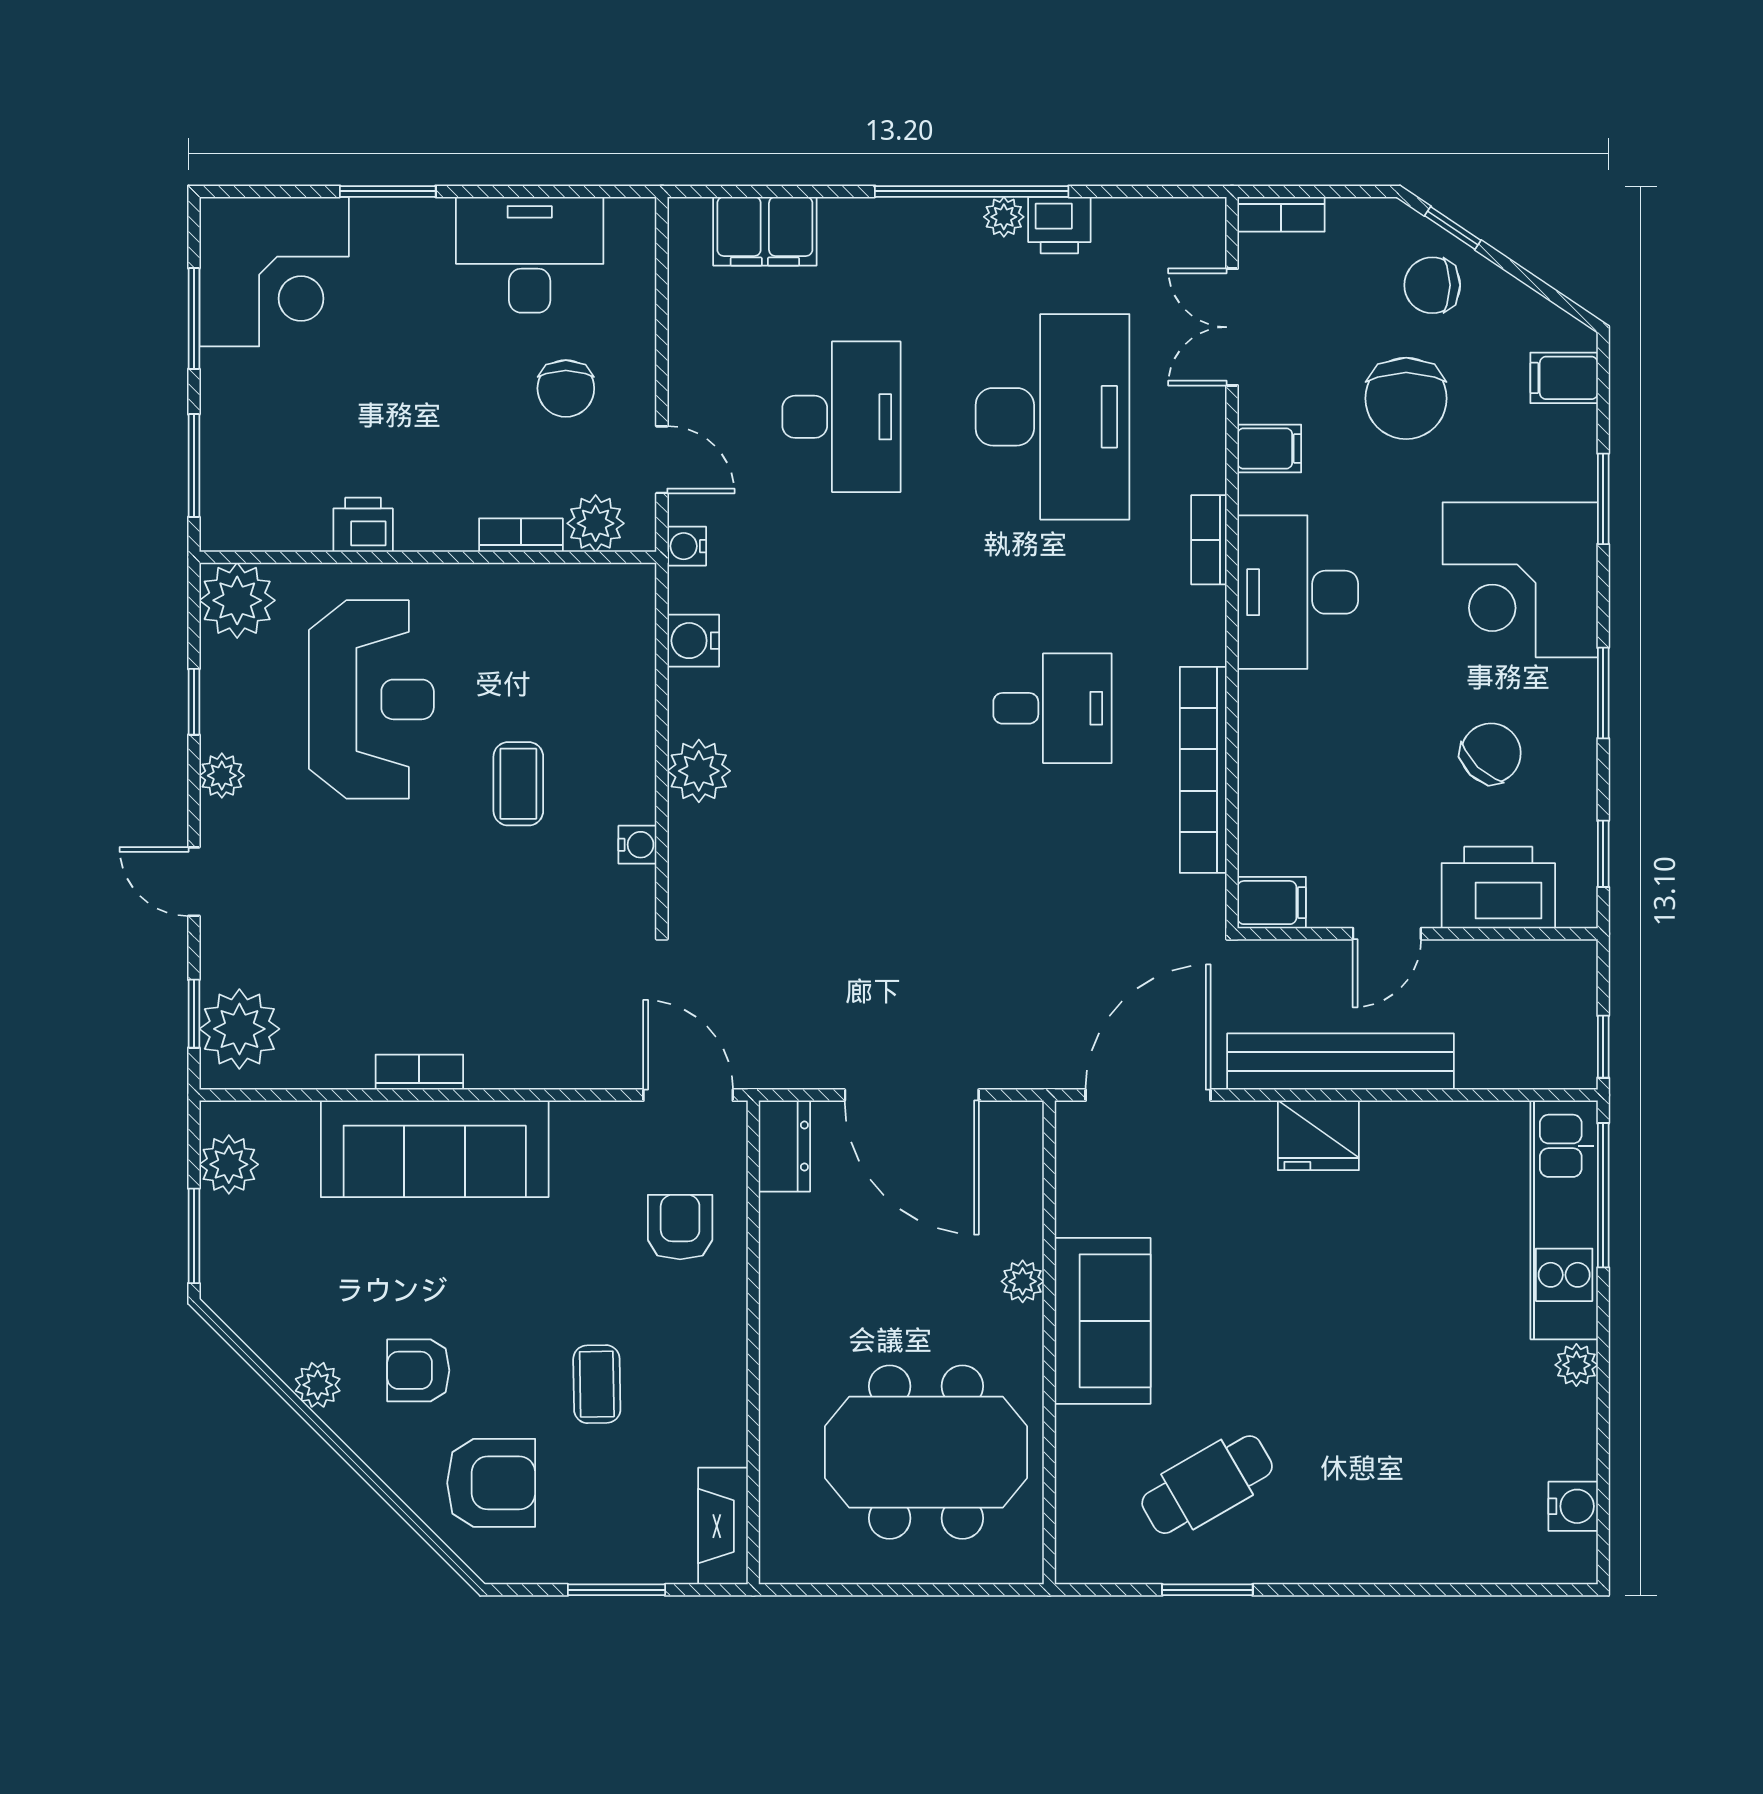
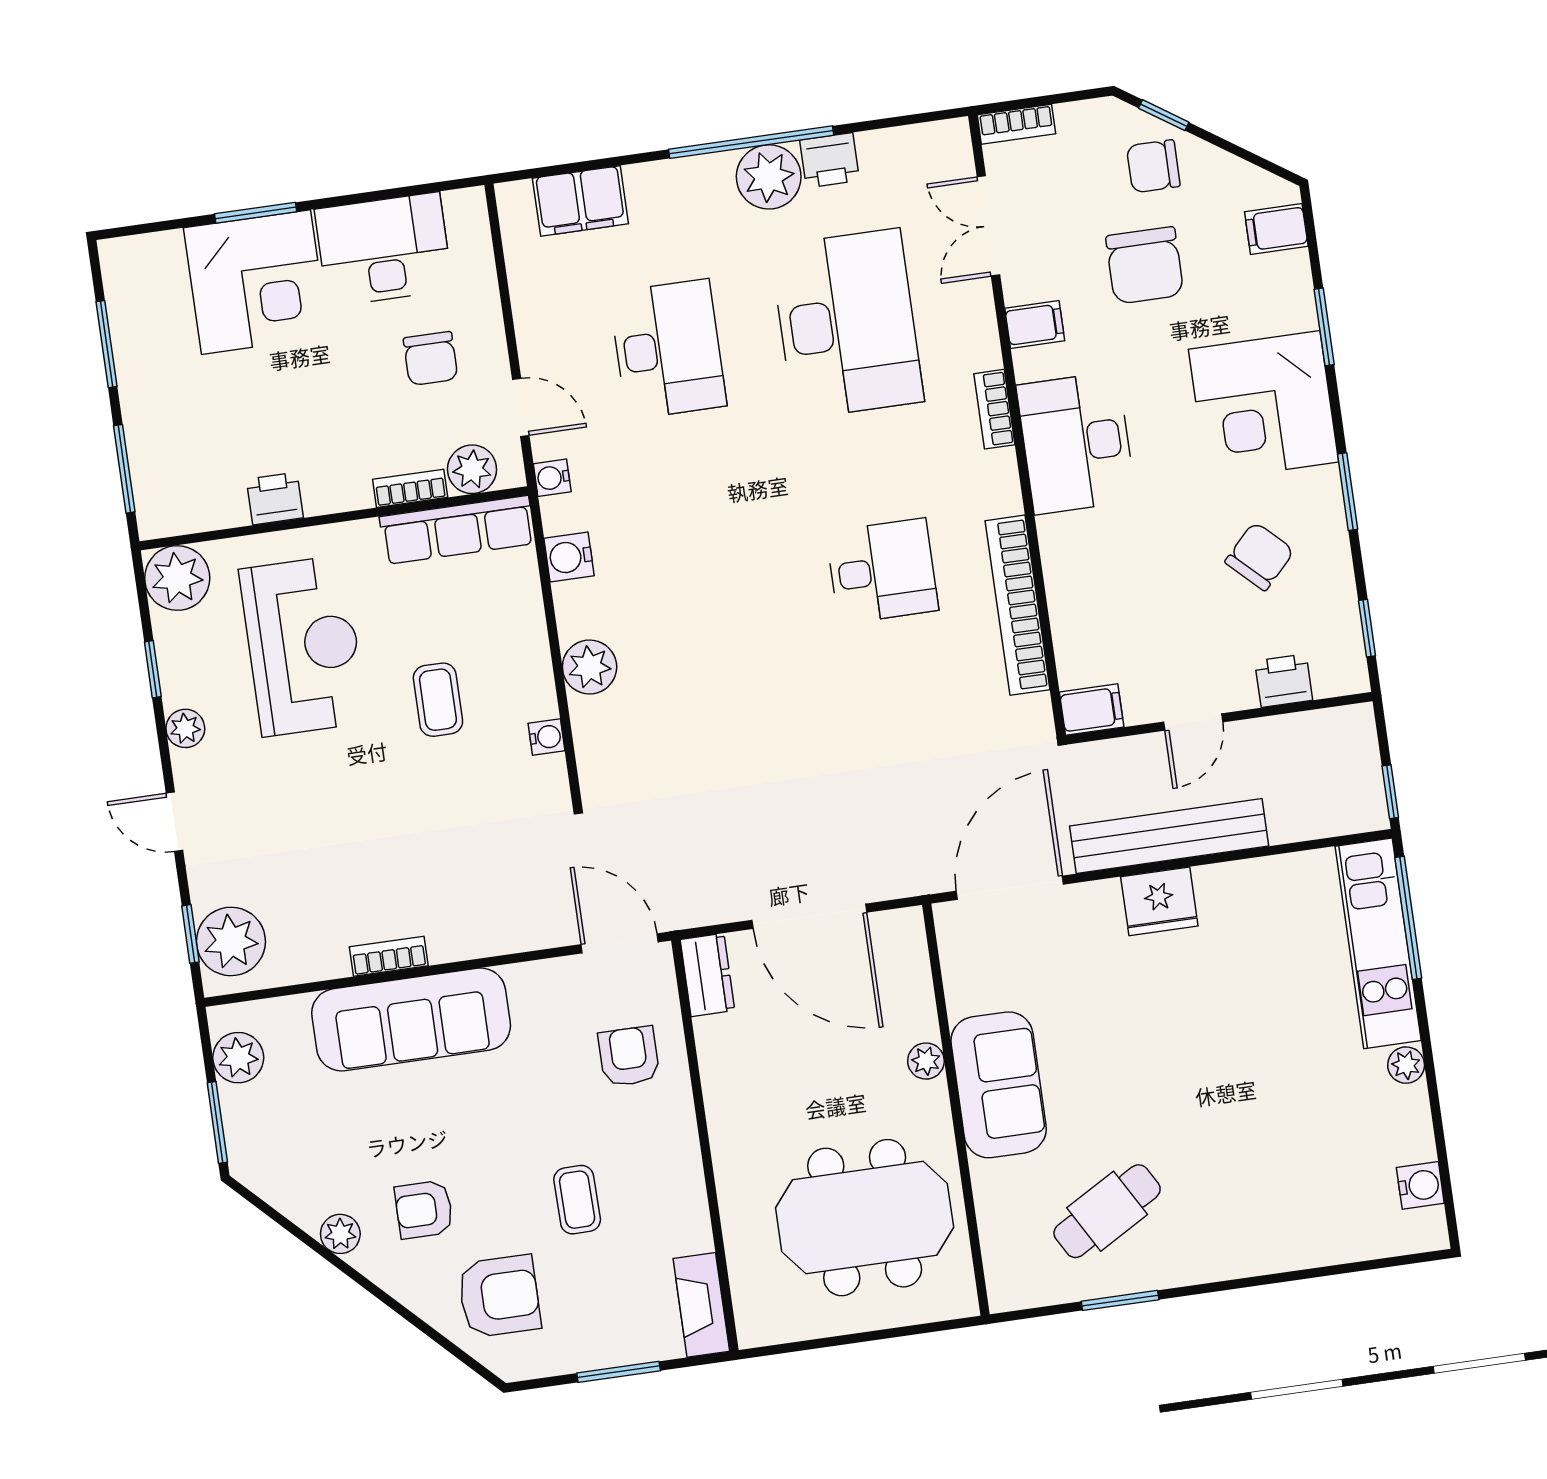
plant: (1004, 217) -> (769, 177), width x1.88, depth x1.88
corner desk: (274, 272) -> (256, 282), moved
row of seats: (568, 591) -> (457, 530), added
printer: (1498, 887) -> (1284, 681), width x0.53, depth x0.68

